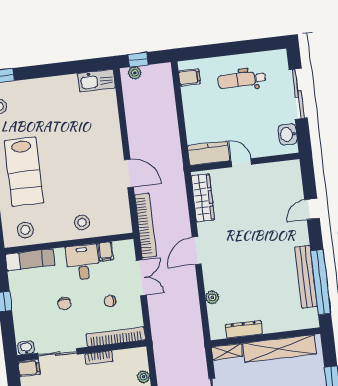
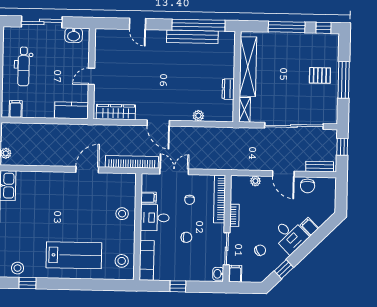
kitchen counter: (209, 153) -> (71, 110), moved, turned 90
dresser: (244, 329) -> (228, 89), width x0.70

